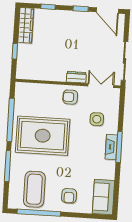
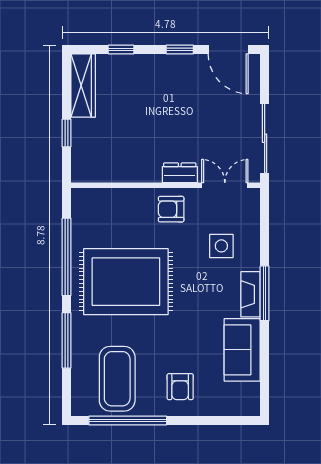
sofa: (103, 197) -> (242, 350), moved

